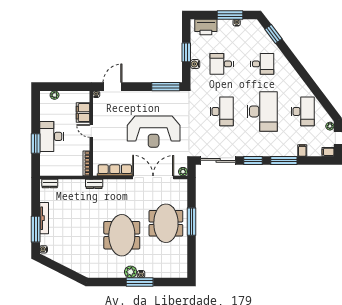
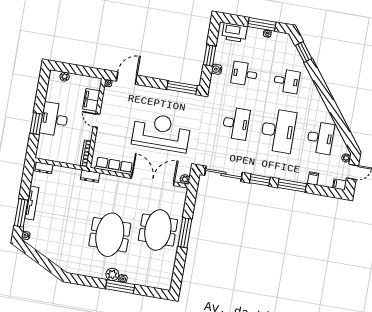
reception desk: (154, 132) -> (161, 132), turned 180

